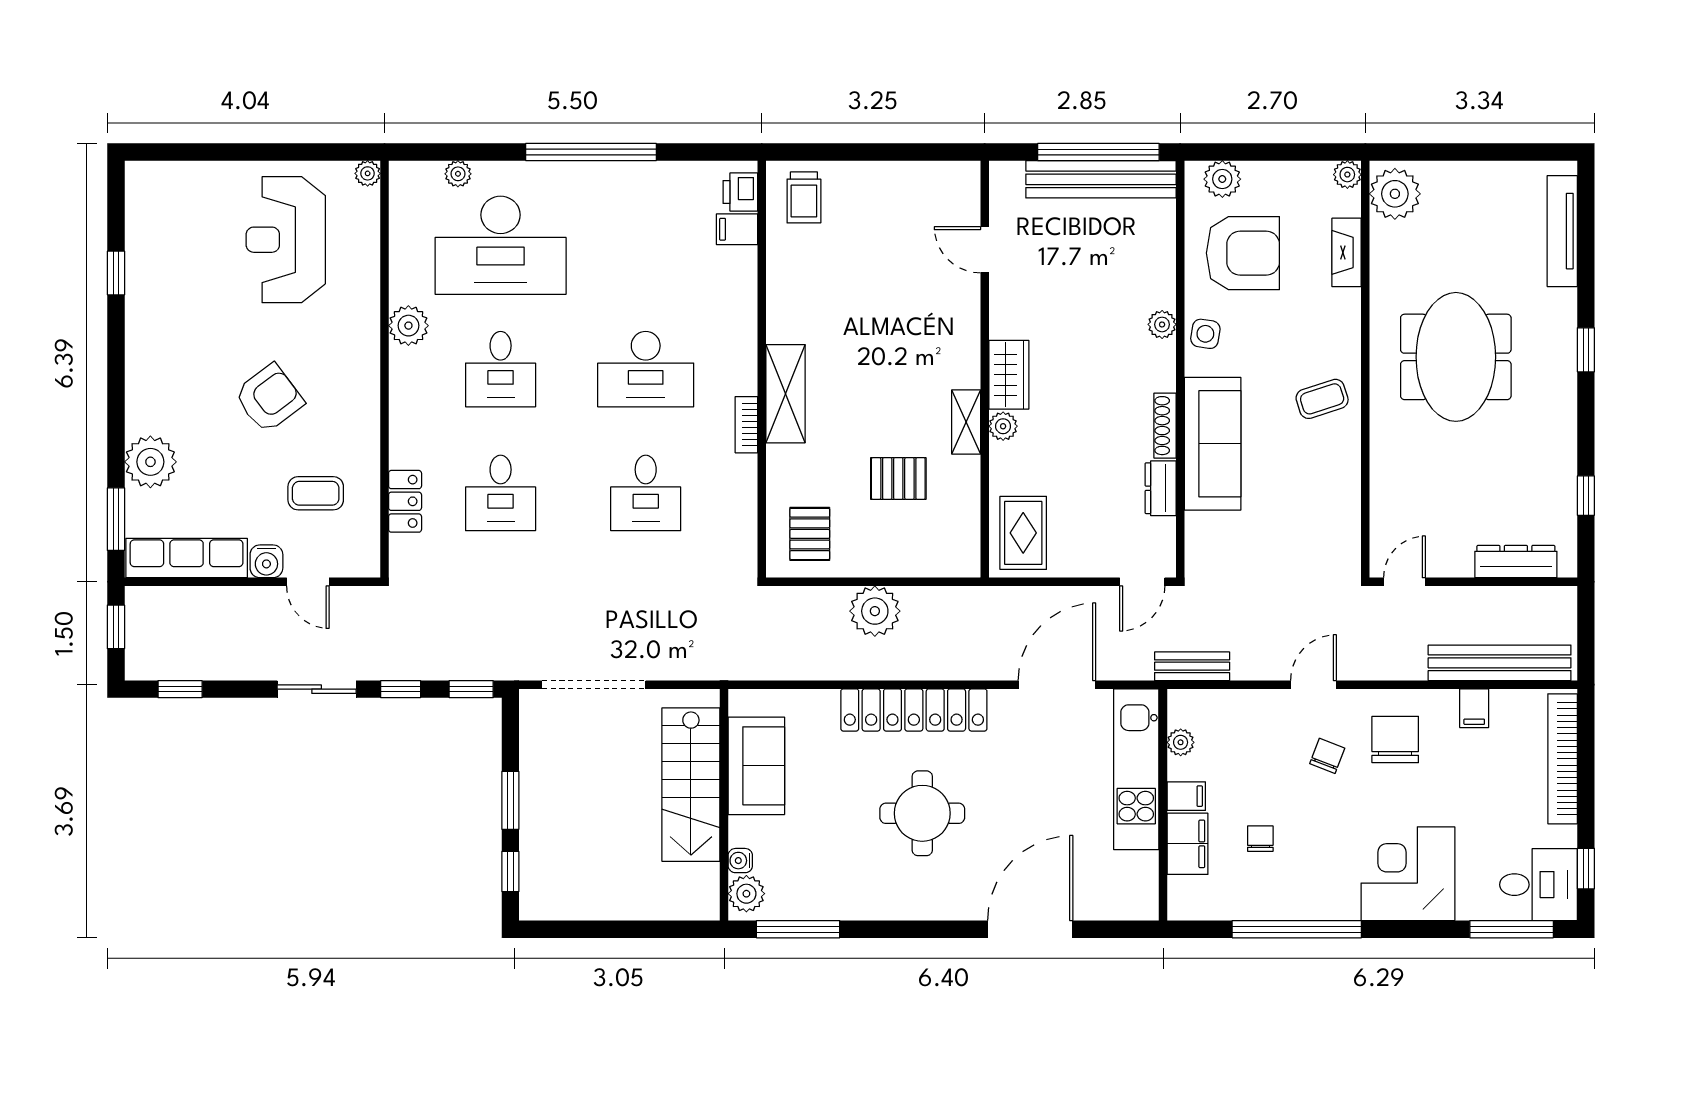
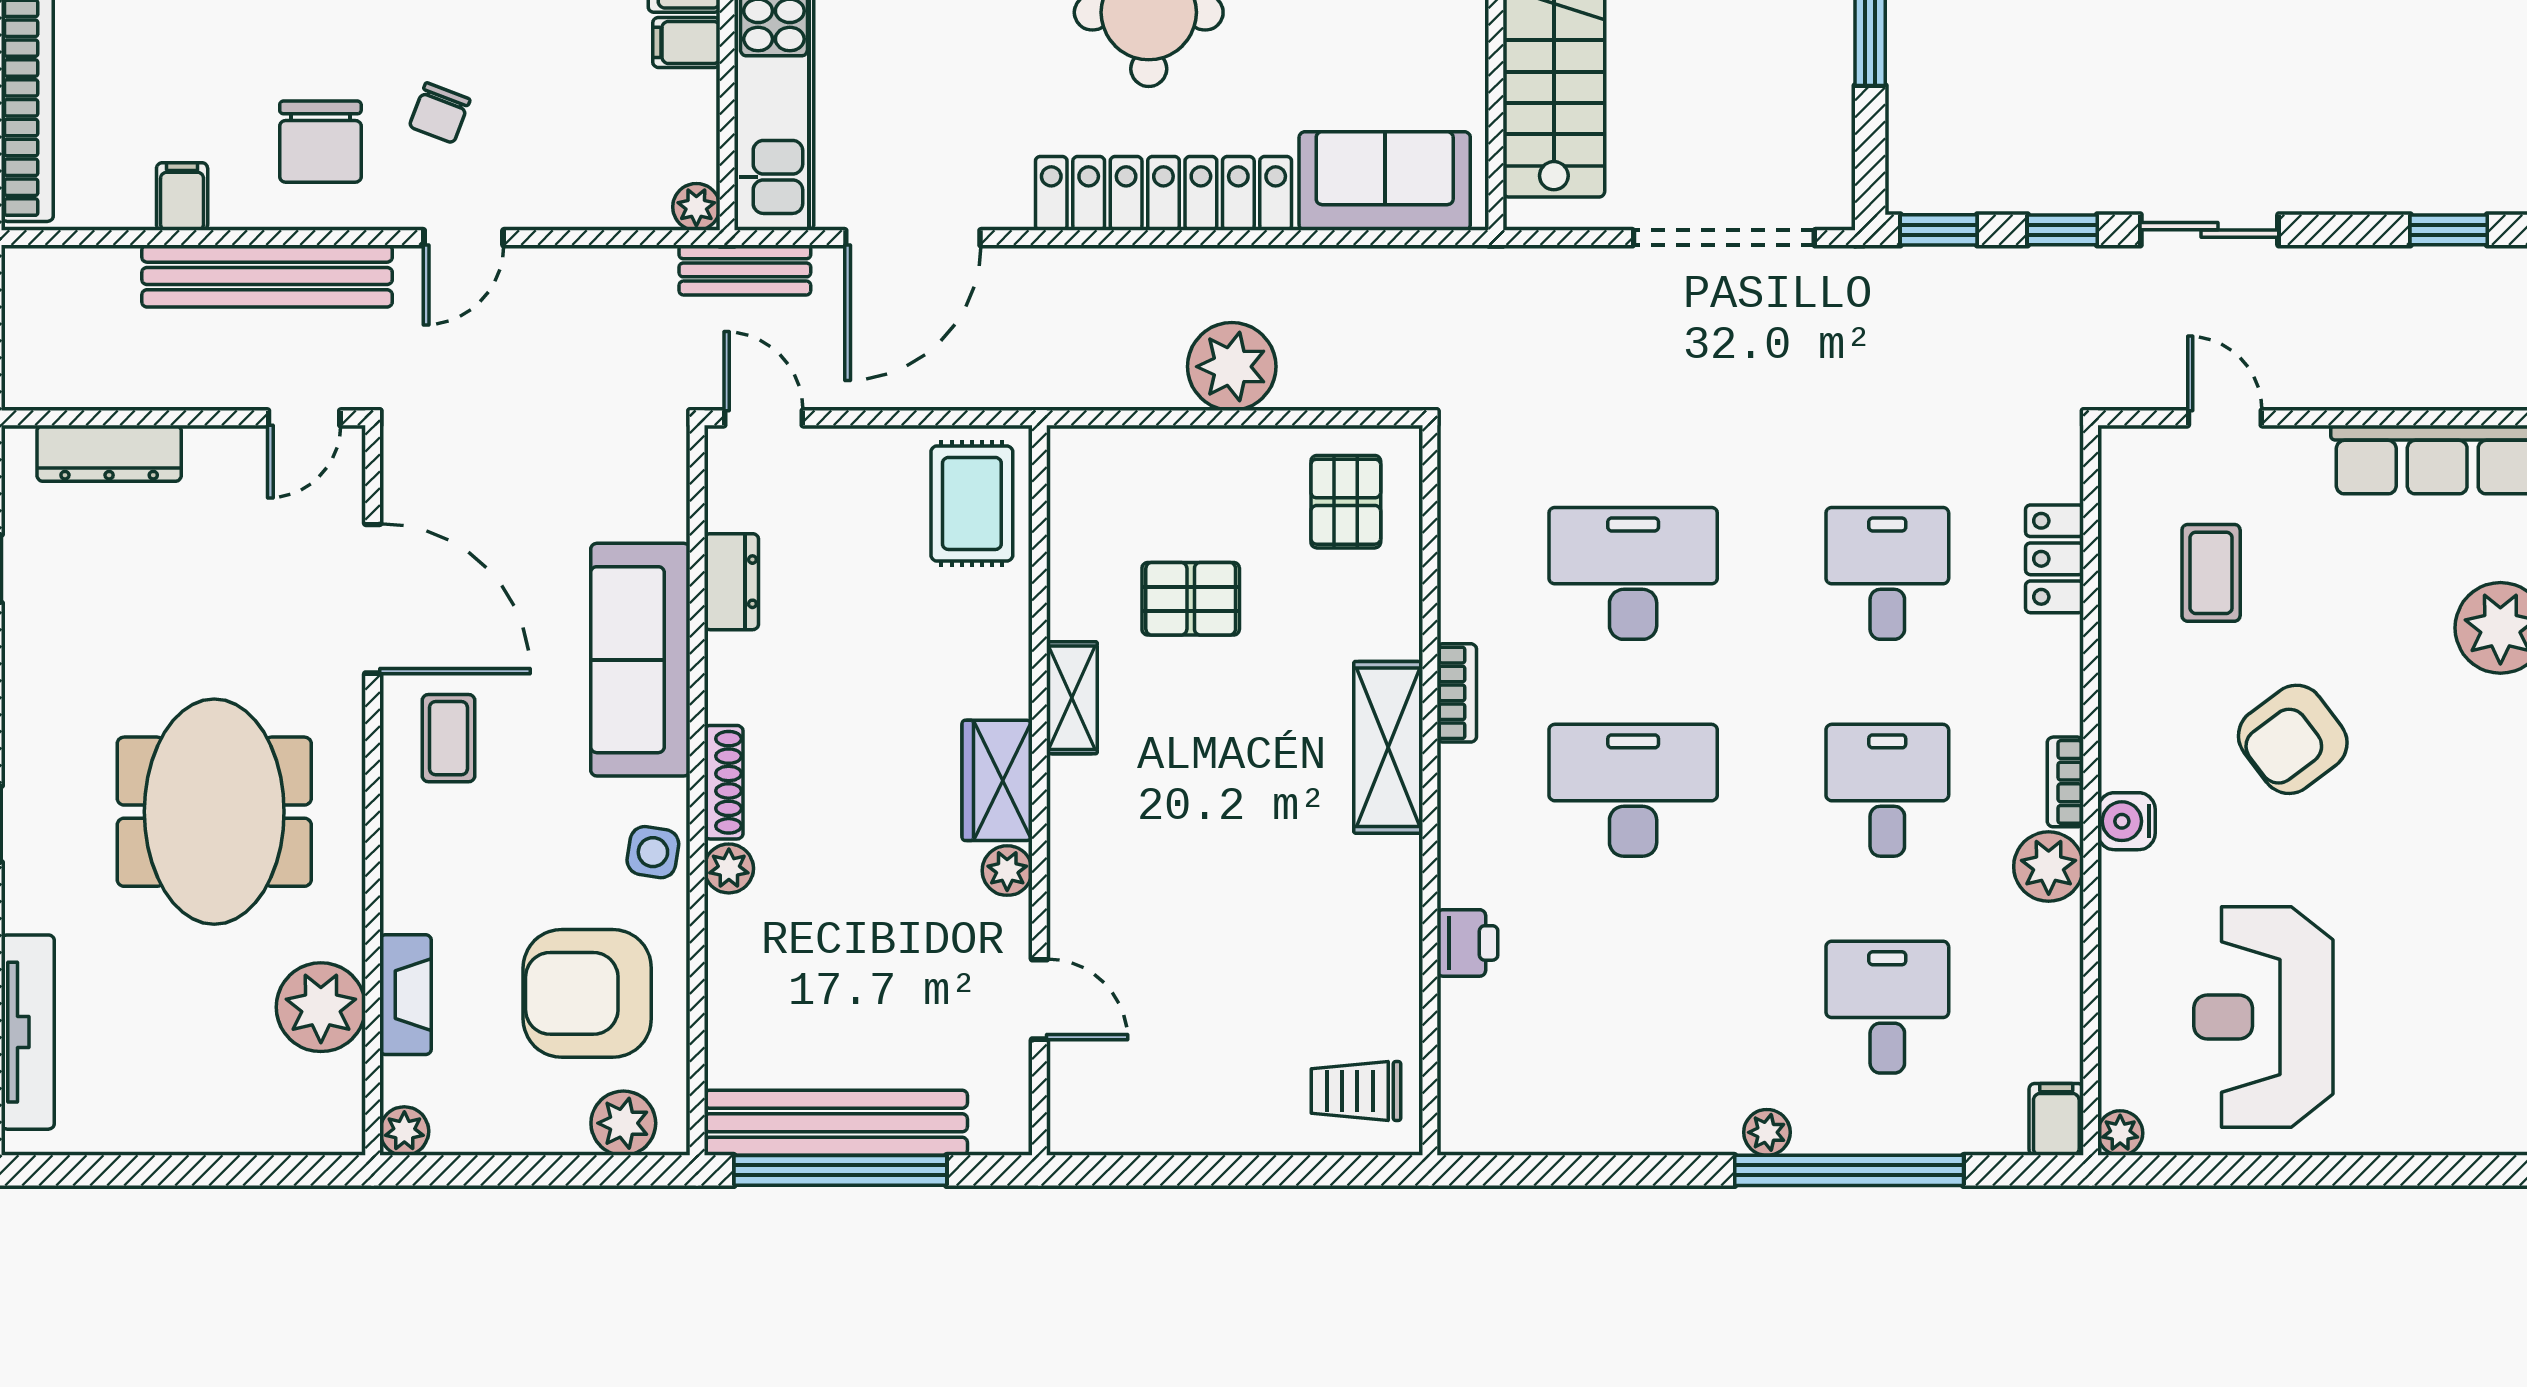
window: (591, 152) -> (1849, 1170), moved
plant: (458, 174) -> (1767, 1132), moved
printer: (740, 192) -> (1467, 943), moved
plant: (1395, 194) -> (321, 1007), moved
trolley: (804, 197) -> (1356, 1091), turned -90
filing cabinet: (737, 229) -> (2056, 1119), moved, turned -90
reception desk: (286, 240) -> (2263, 1017), turned 180
desk: (501, 245) -> (1887, 1007), width x0.53, depth x0.77
bookcase: (399, 374) -> (2065, 782), added
coffee table: (1322, 399) -> (448, 738), turned -72
plant: (1003, 426) -> (1007, 871), moved
shoe rack: (1165, 426) -> (724, 782), moved
door: (1365, 479) -> (373, 599), added
coffee table: (316, 493) -> (2211, 573), turned 90
desk: (646, 493) -> (1633, 573), width x1.37
water cooler: (266, 561) -> (2126, 821), moved, turned -90
door: (1142, 582) -> (763, 418), hinge flipped
bench: (1500, 663) -> (267, 276), moved
bench: (1192, 666) -> (745, 270), moved
plant: (1181, 742) -> (696, 207), moved
sofa: (756, 766) -> (1385, 181), moved, turned 90

